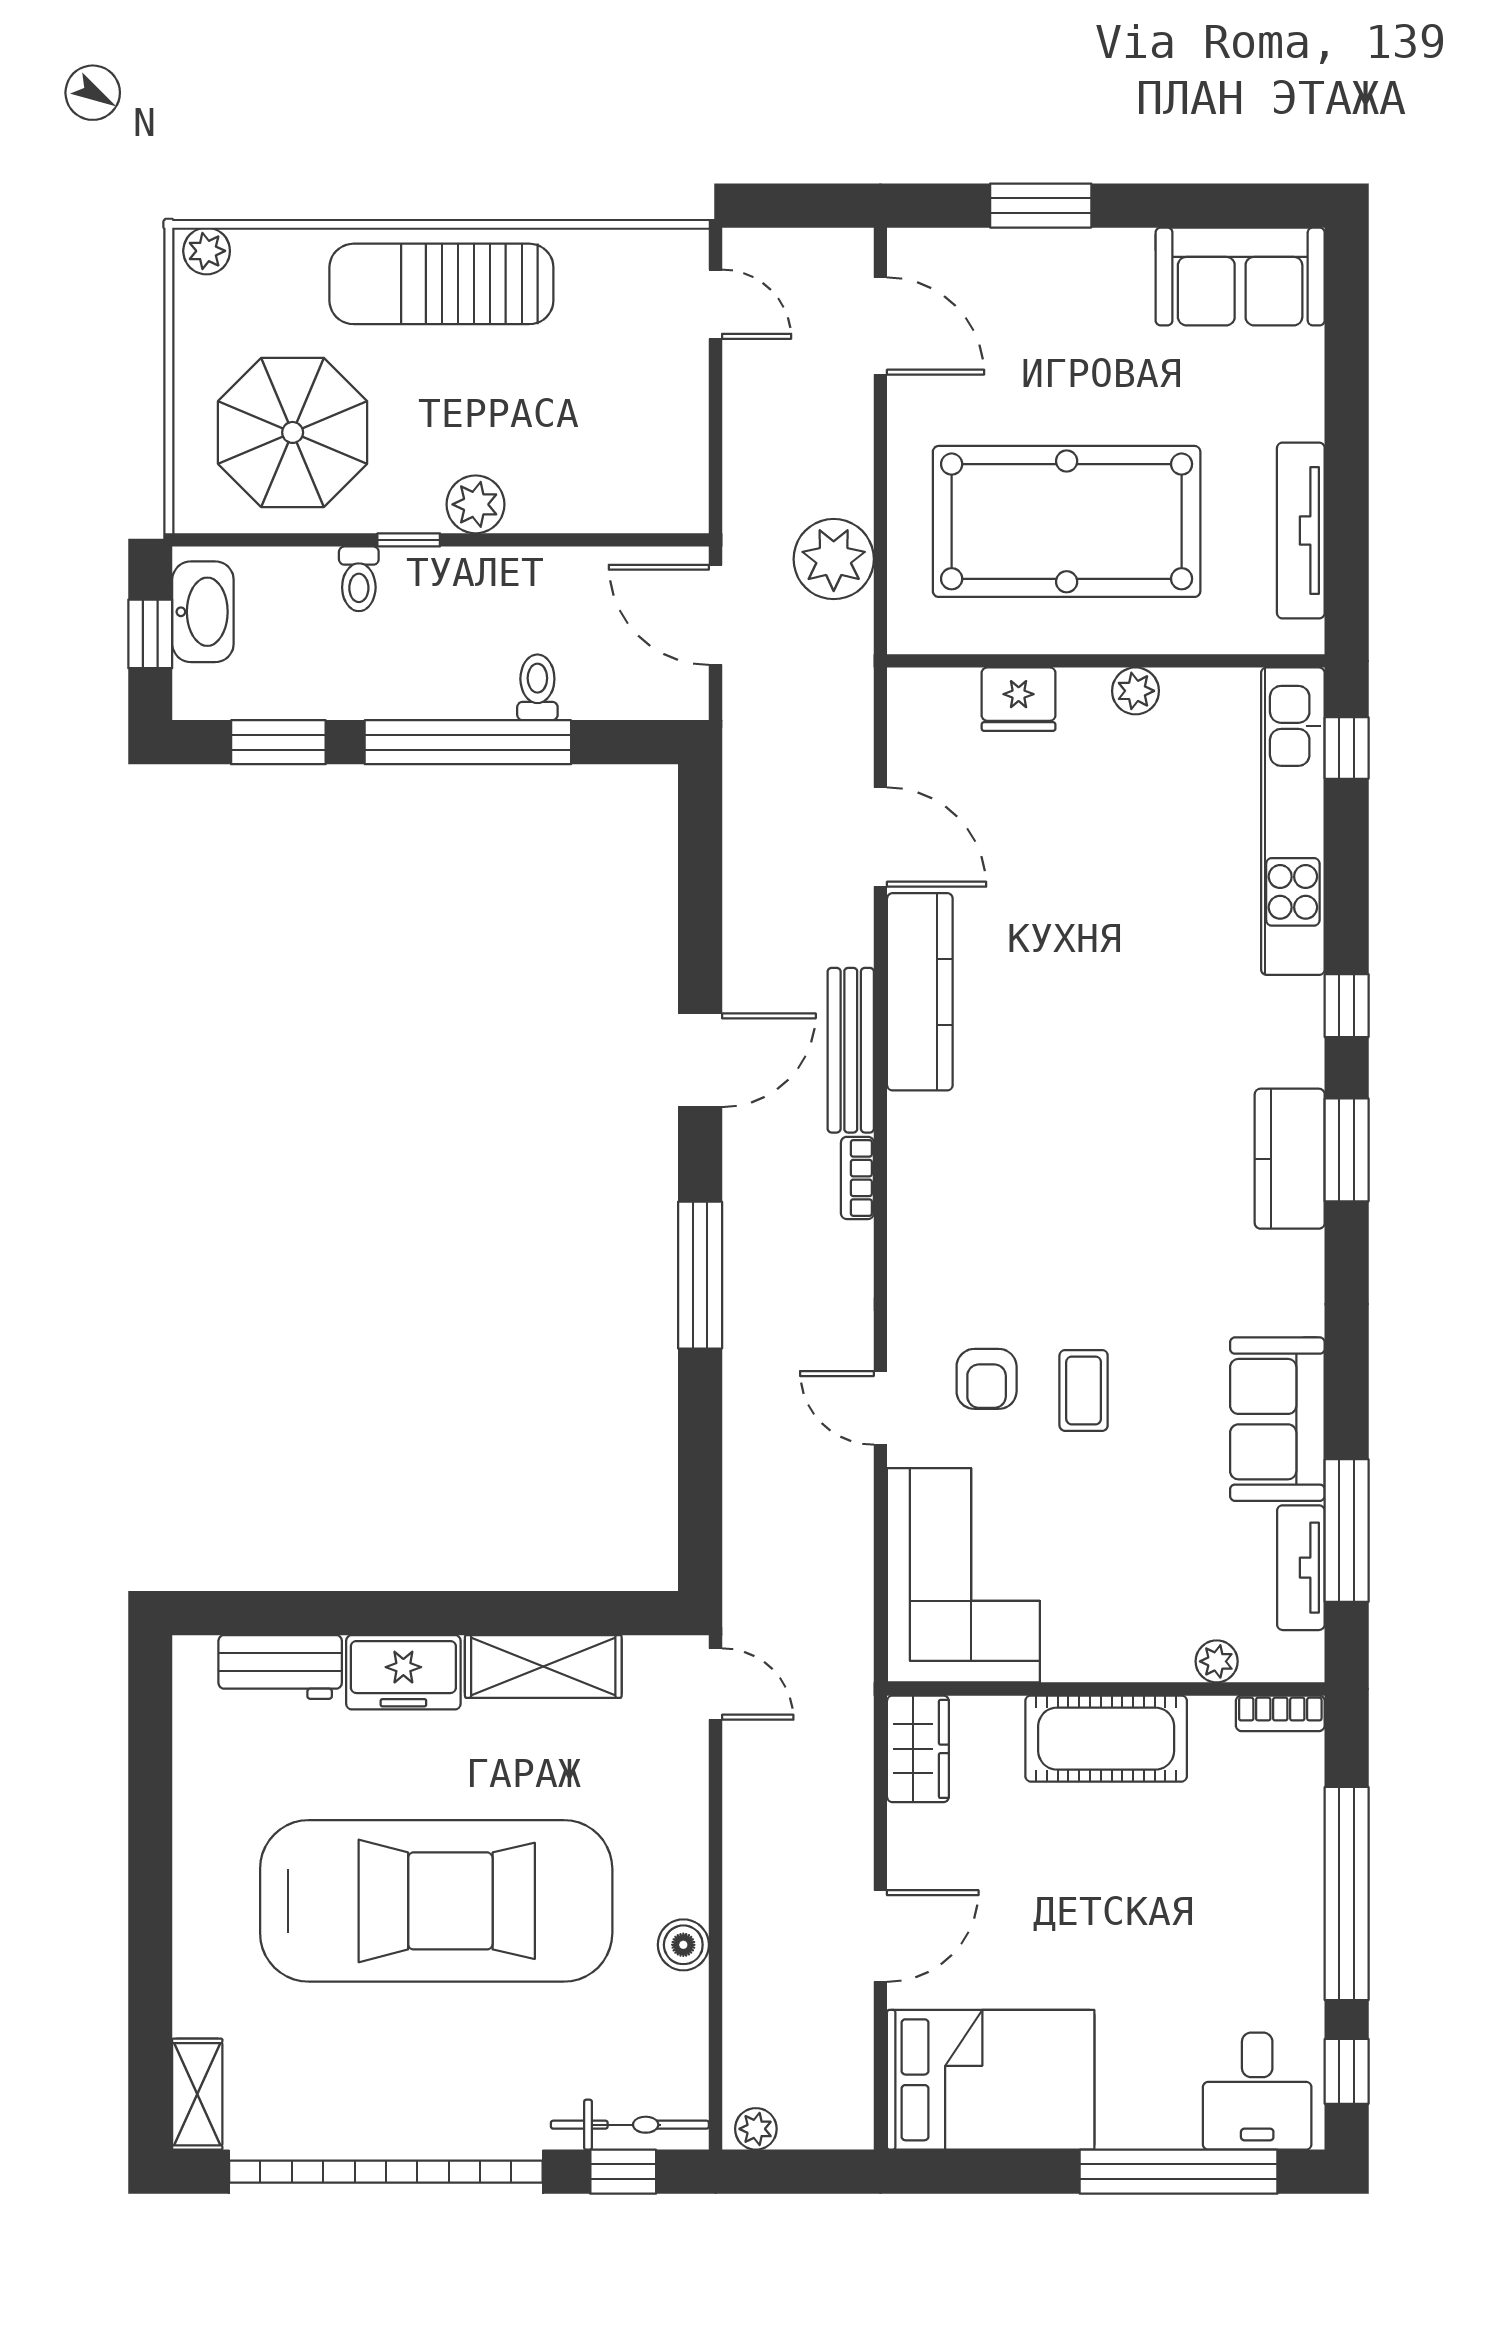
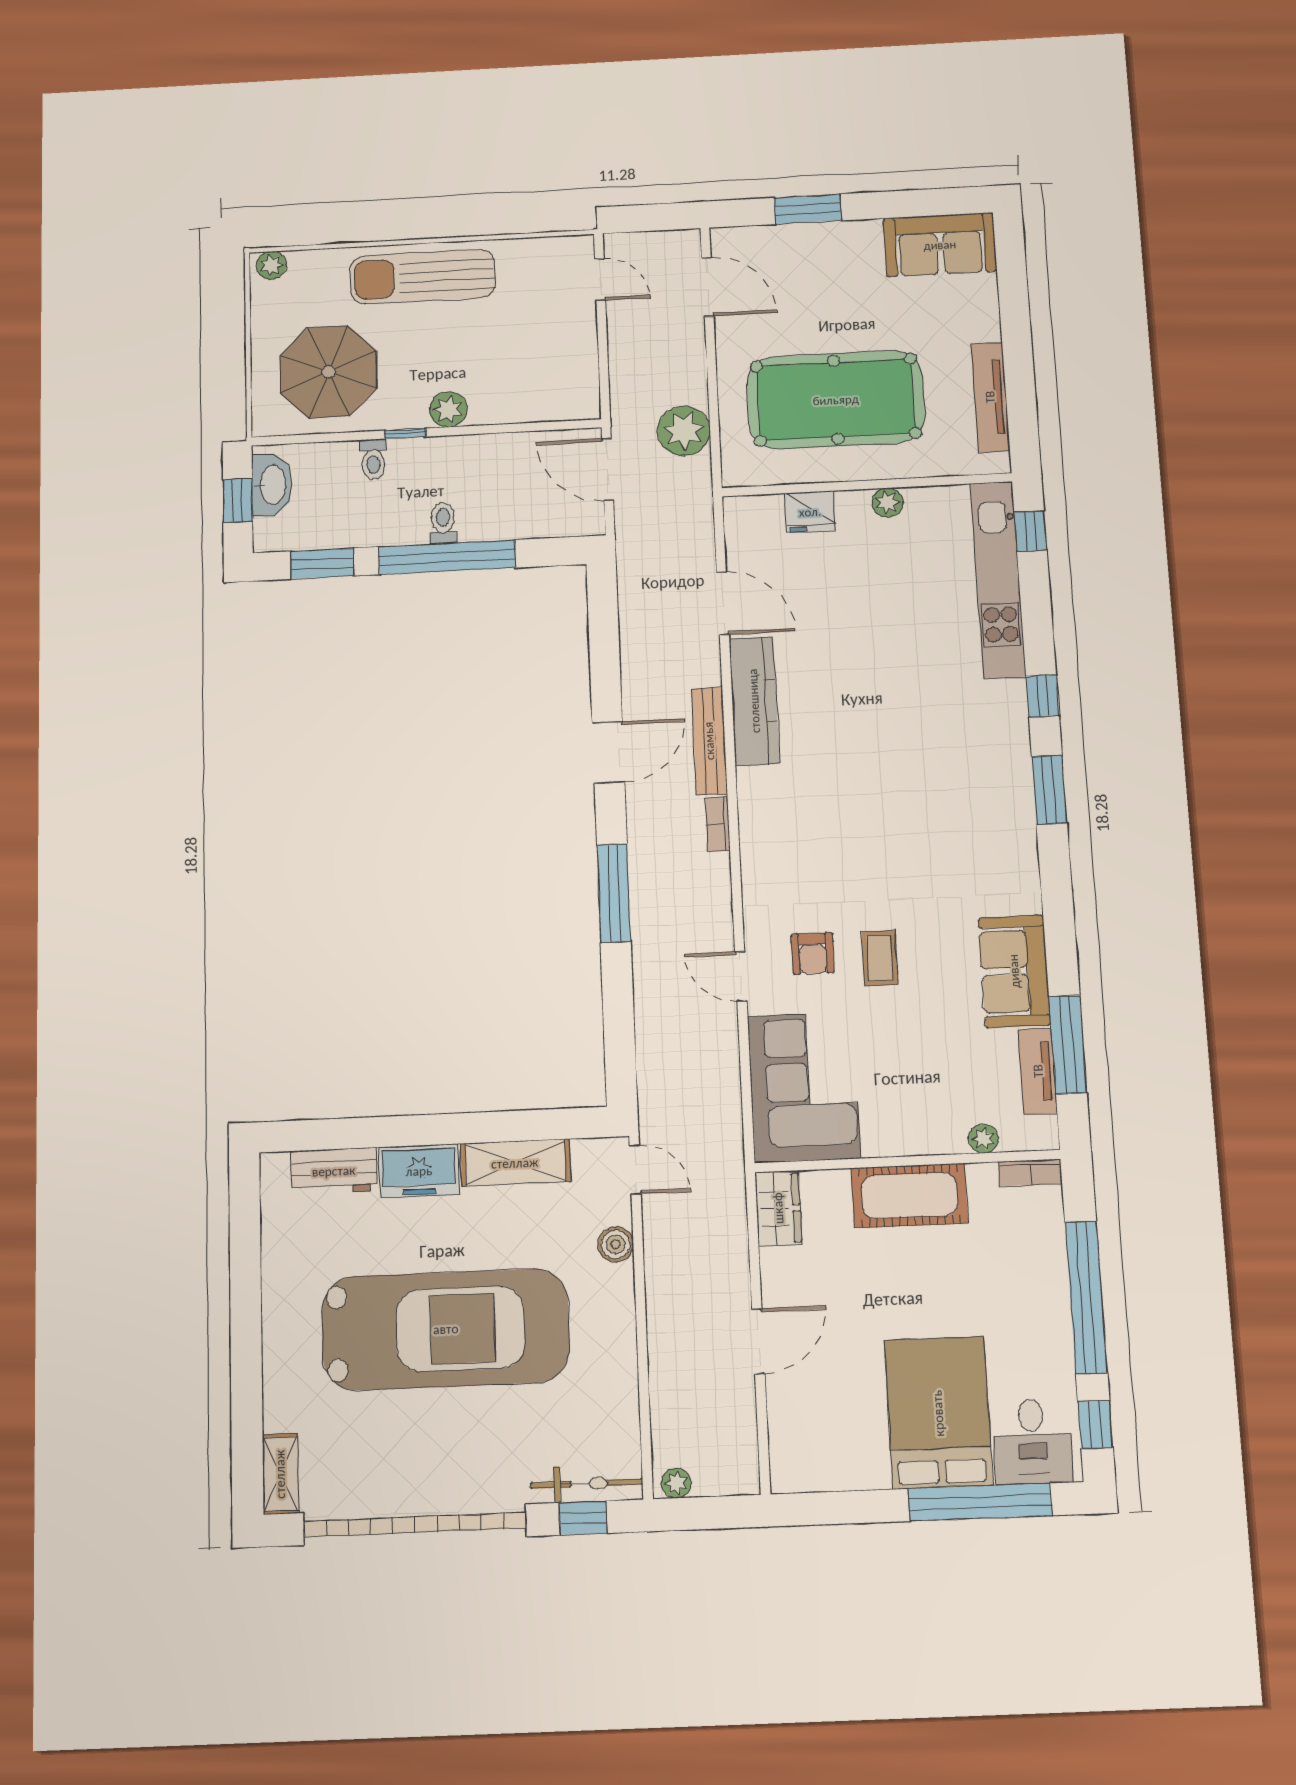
toilet: (537, 687) -> (443, 523), moved
kitchen counter: (1290, 1159) -> (1011, 797), removed
boiler: (683, 1945) -> (616, 1244), moved
bed: (991, 2080) -> (938, 1413), moved, turned -90

